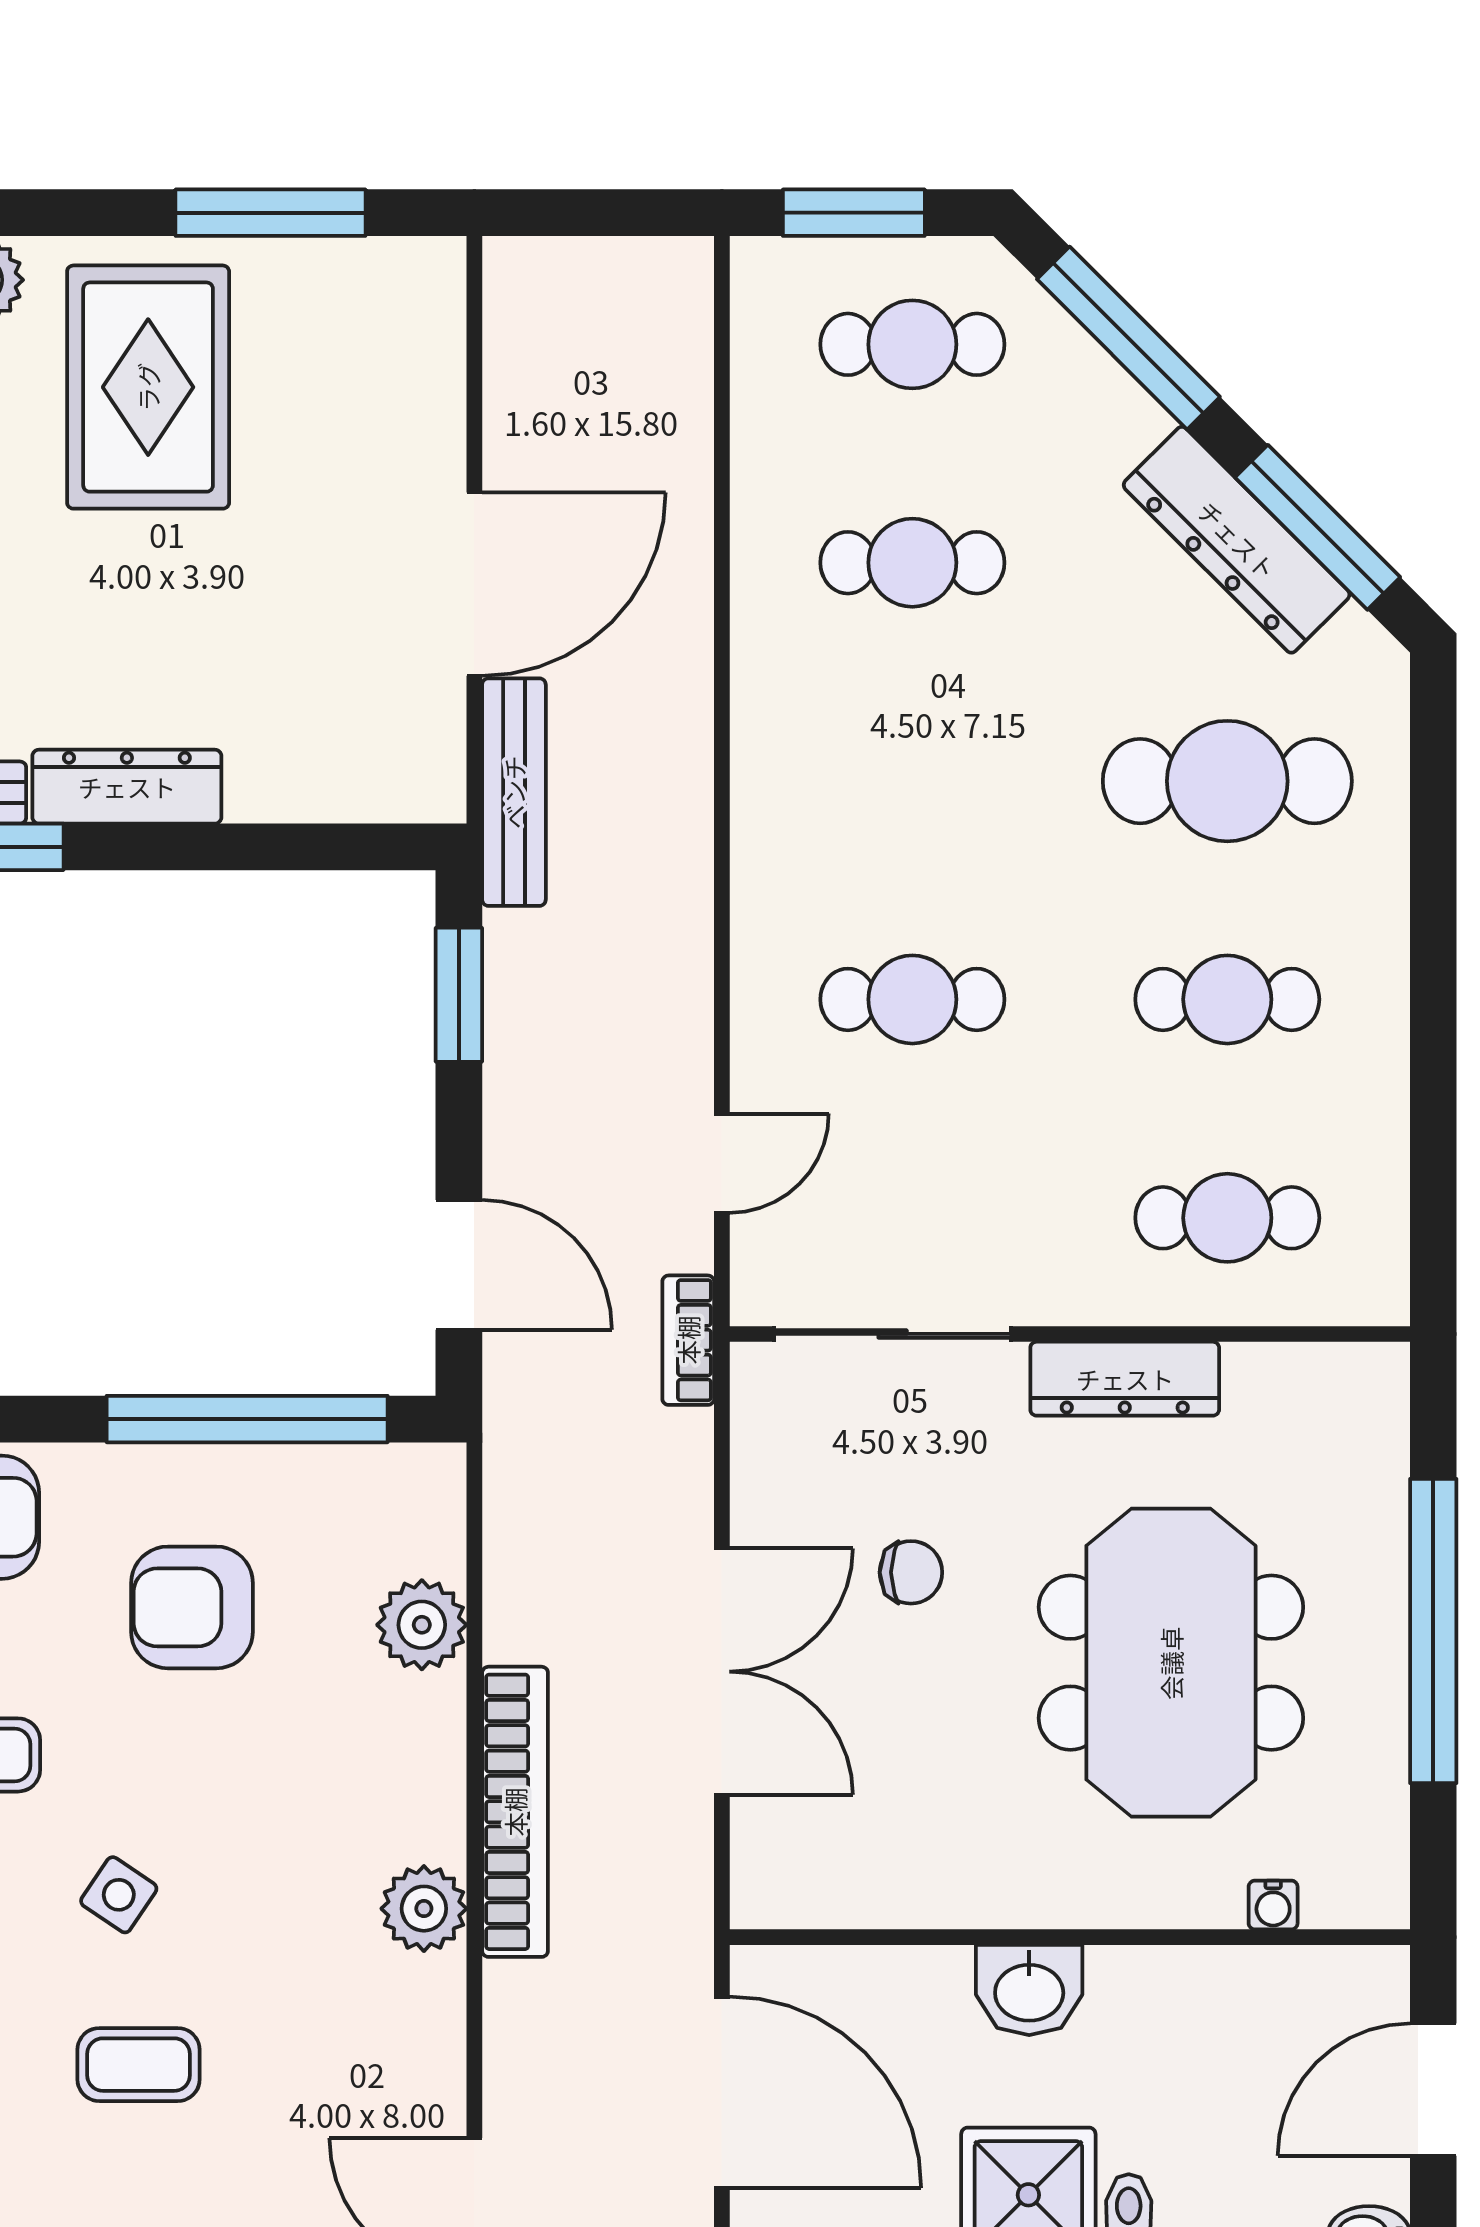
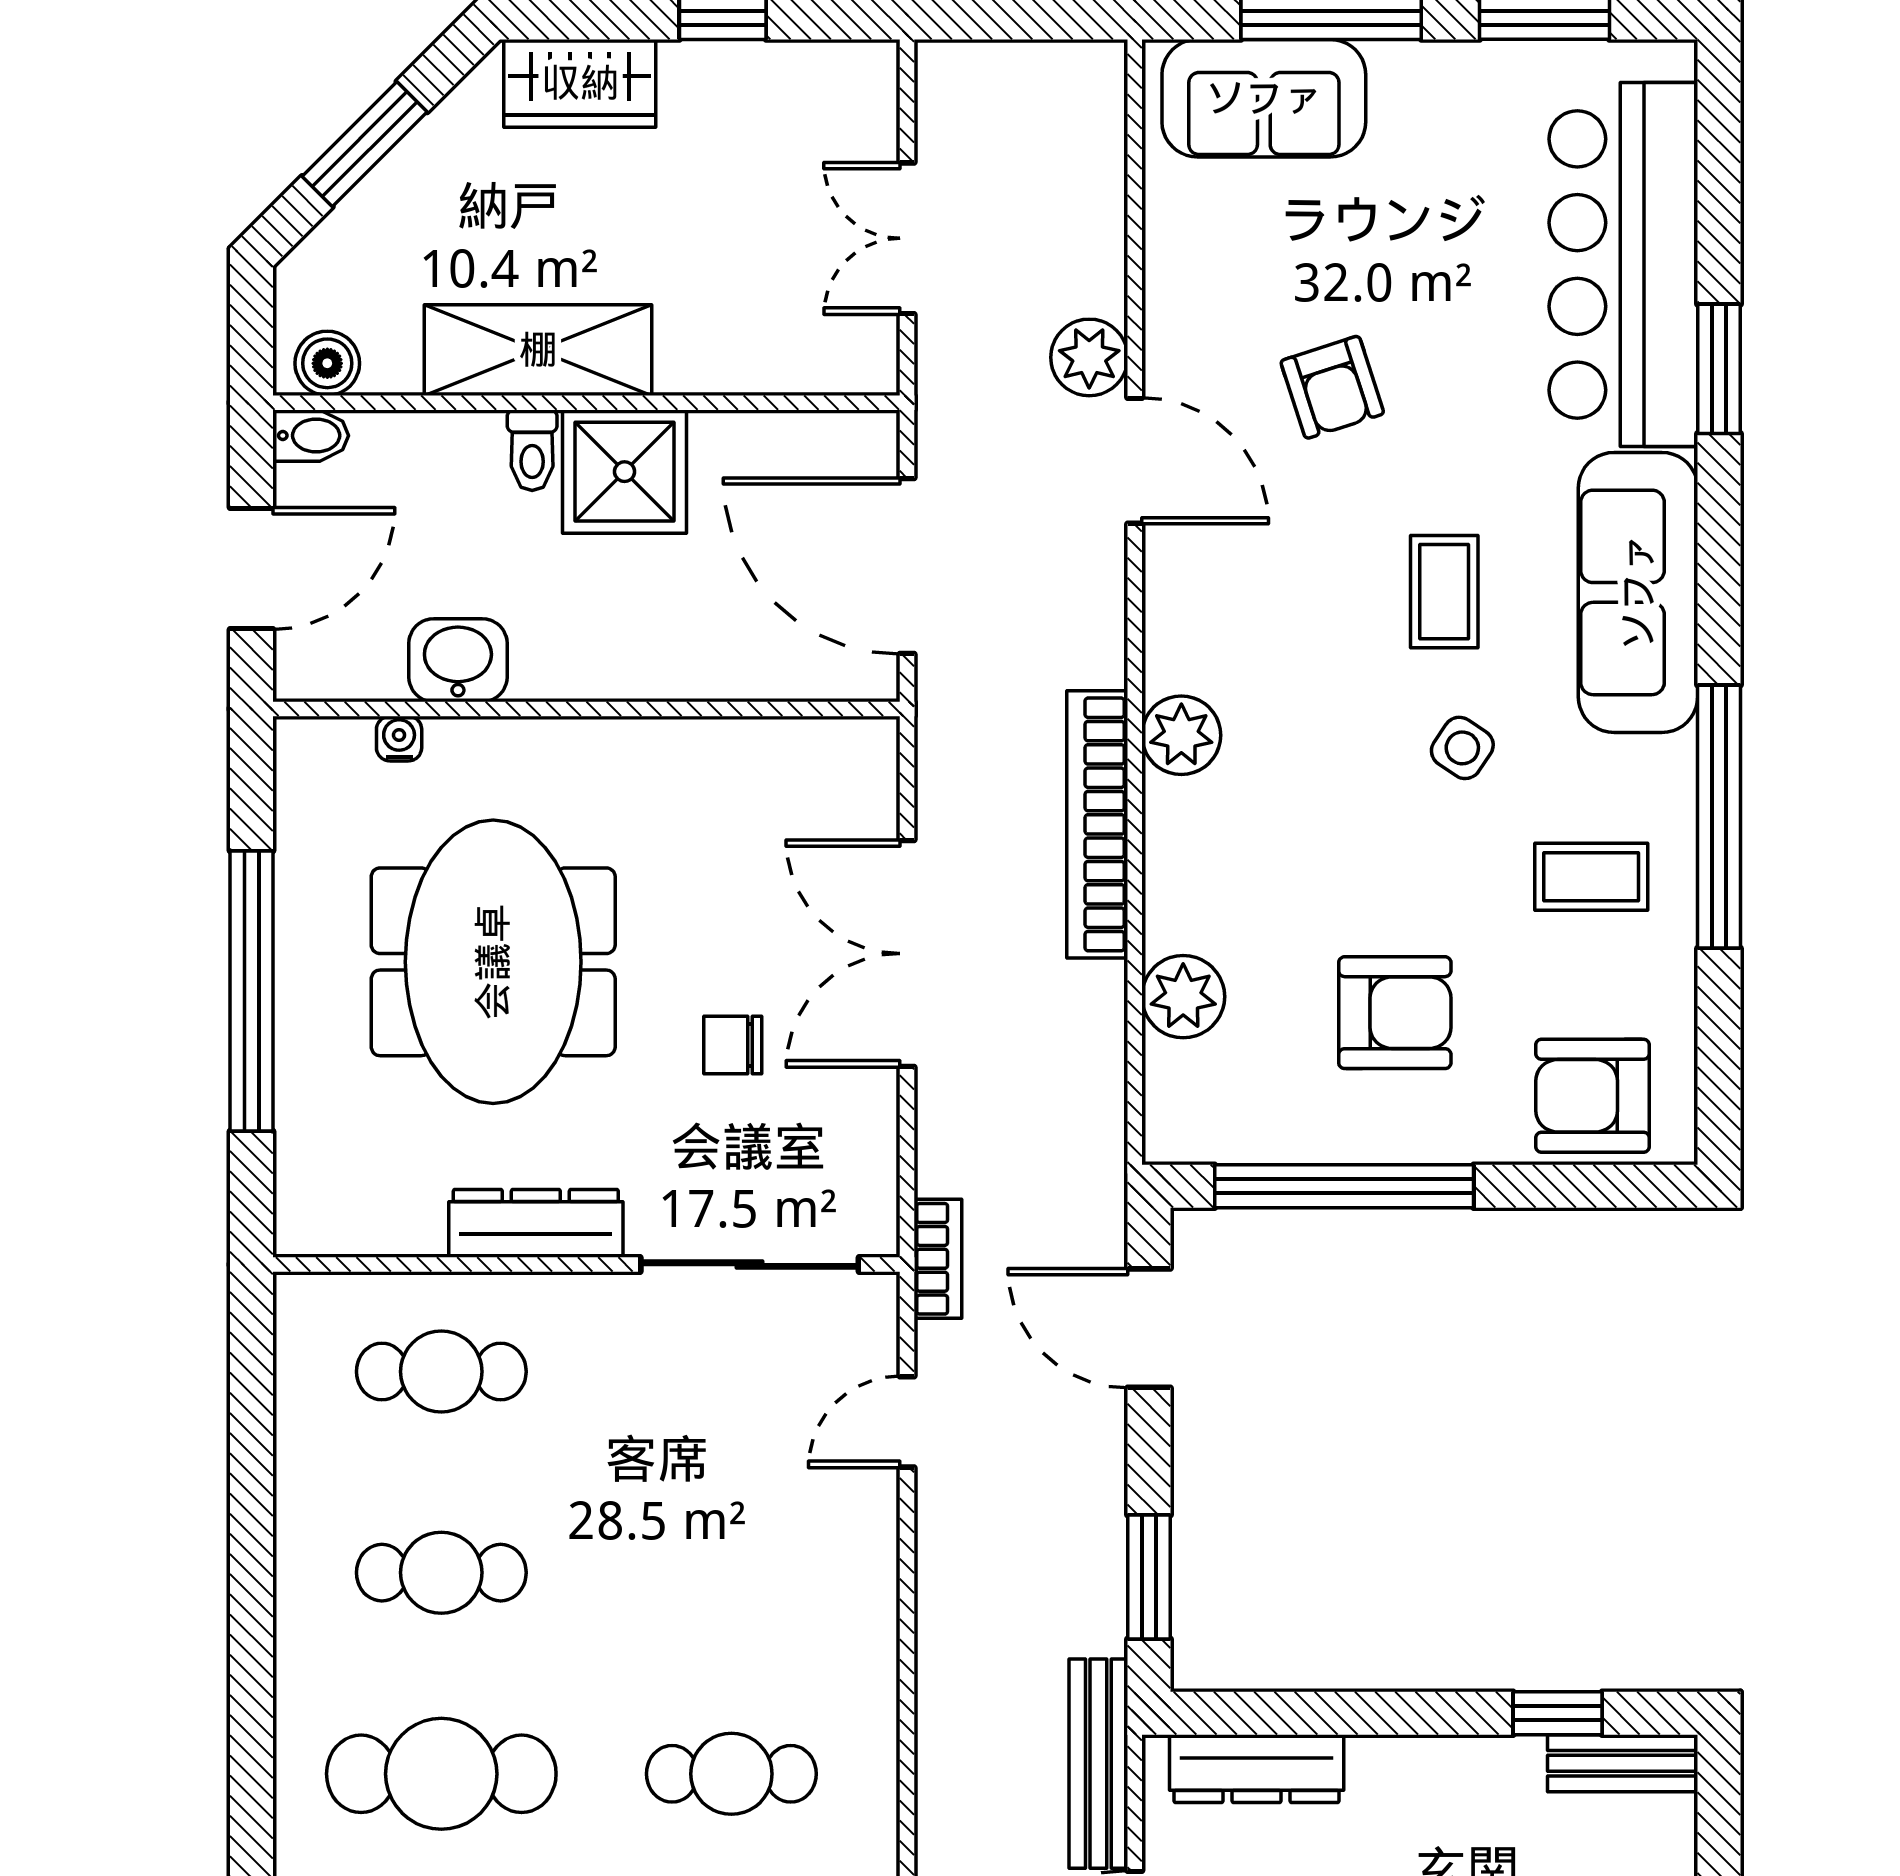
dresser: (127, 787) -> (1257, 1769), moved
cafe table: (912, 999) -> (731, 1774), moved
washbasin: (1029, 1990) -> (458, 660), moved
coffee table: (139, 2065) -> (1444, 592), turned 90

